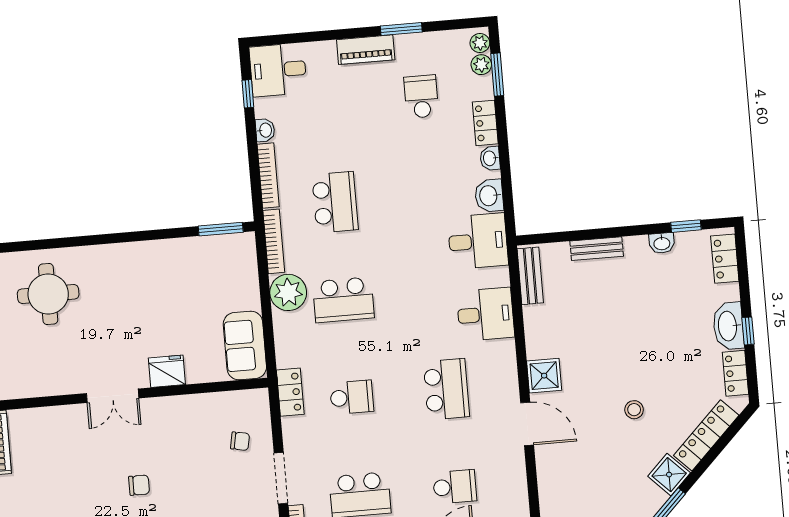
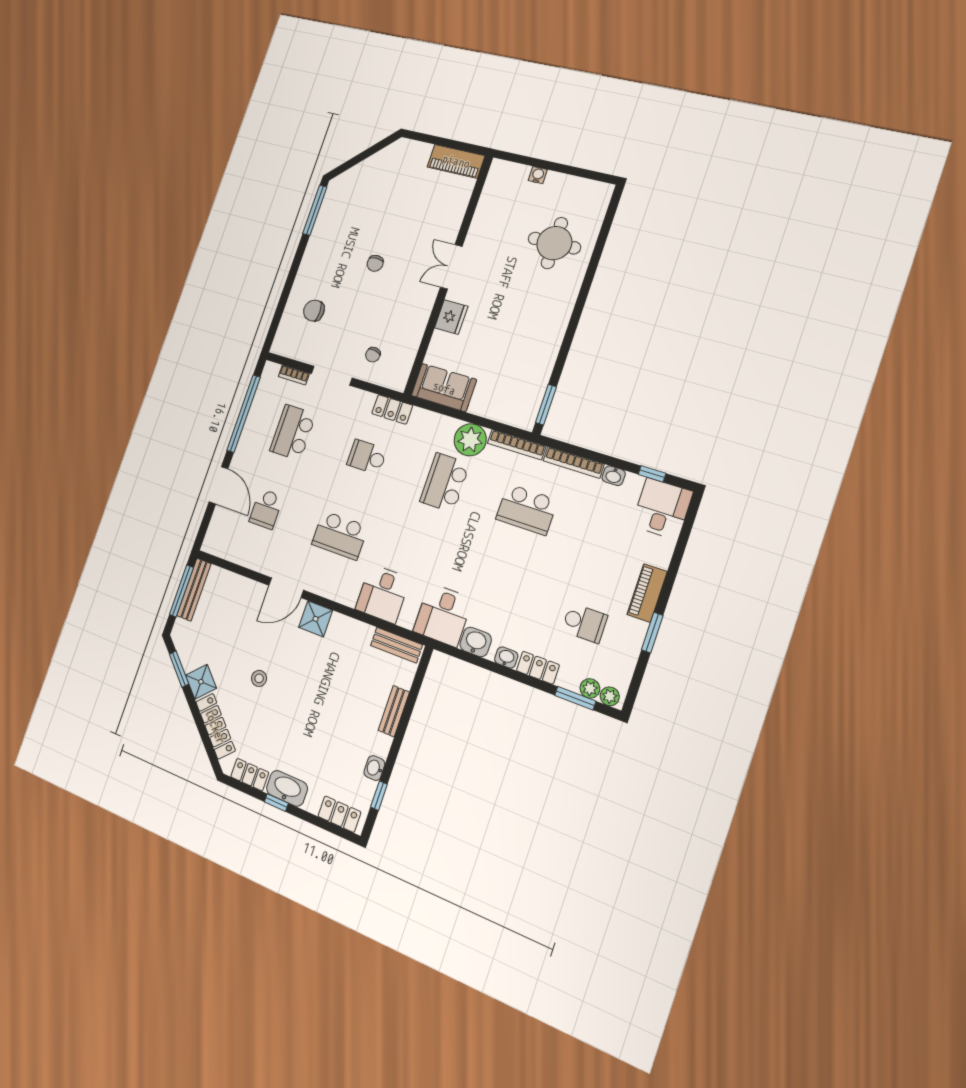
school desk: (352, 397) -> (367, 457), turned 90

